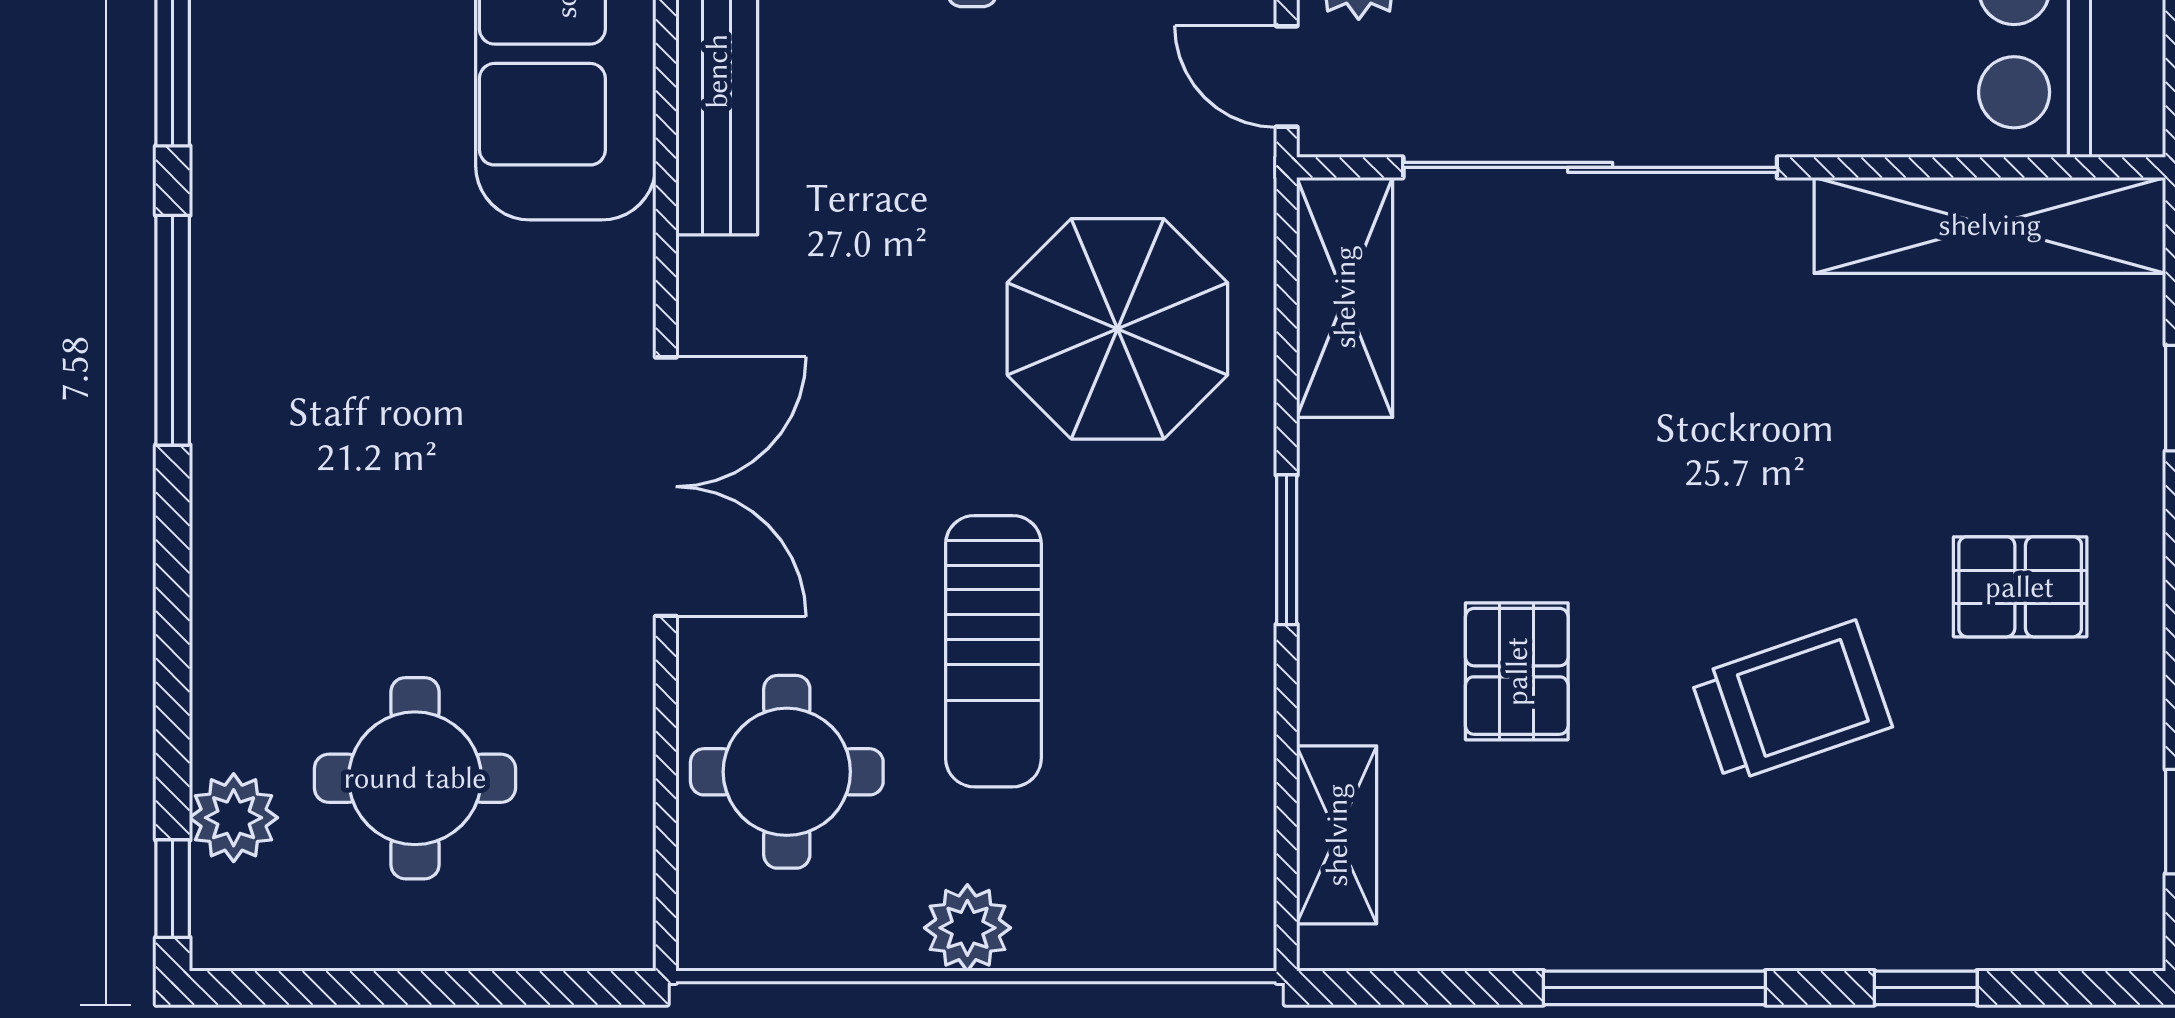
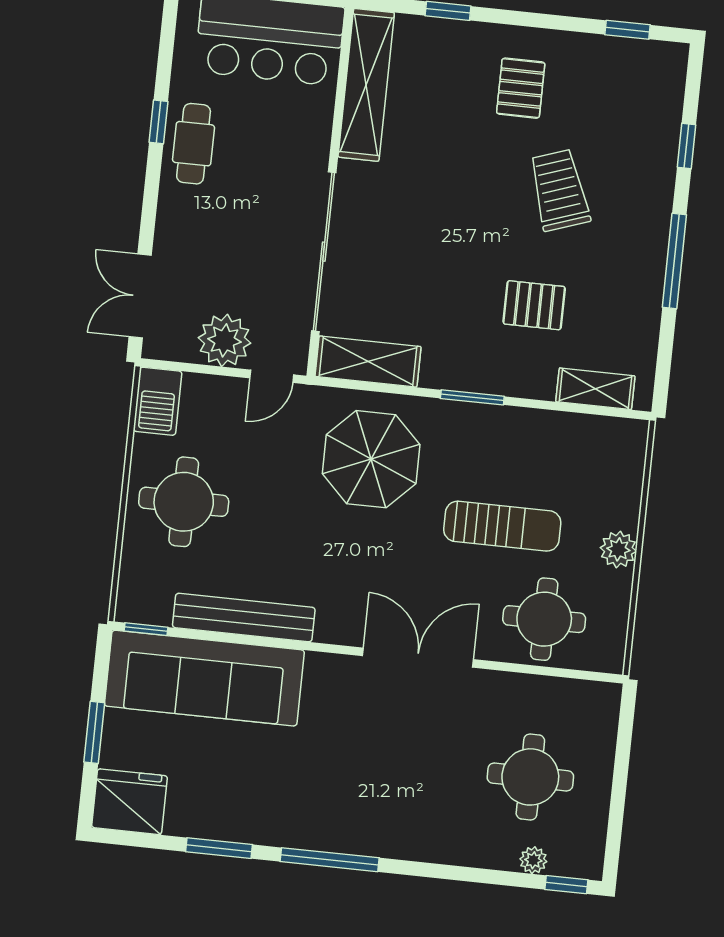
plant: (234, 818) -> (533, 860), width x0.73, depth x0.73

